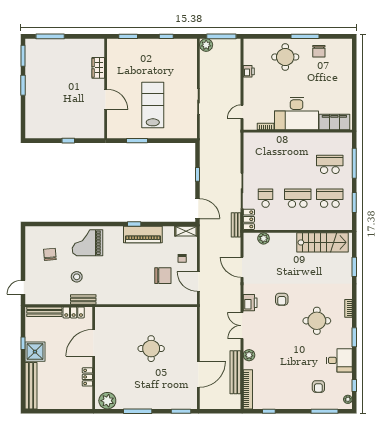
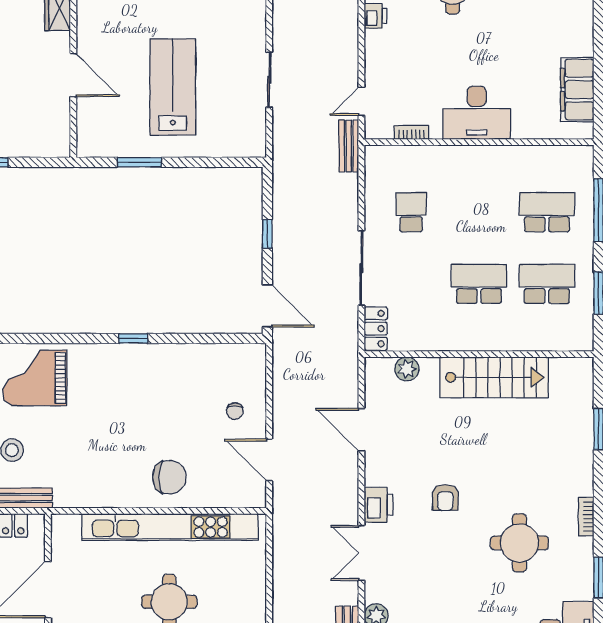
desk: (297, 113) -> (477, 113), width x0.73, depth x0.77
filing cabinet: (334, 122) -> (577, 90), moved, turned -90
school desk: (266, 198) -> (411, 212), moved
bench: (236, 225) -> (349, 146), moved
shelving: (186, 231) -> (243, 354), removed
piano: (143, 235) -> (152, 361), removed
stairs: (322, 242) -> (494, 377), moved
chair: (163, 276) -> (169, 477), moved
kitchen unit: (151, 313) -> (170, 527), added

